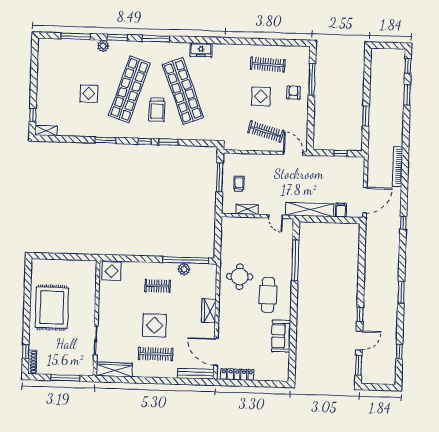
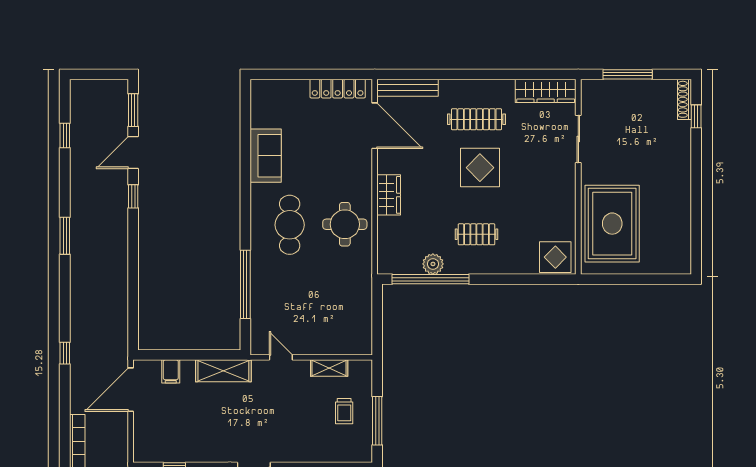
shelving: (310, 210) -> (223, 371), width x0.68
round table: (240, 277) -> (345, 224), moved
rug: (52, 308) -> (612, 224), moved

